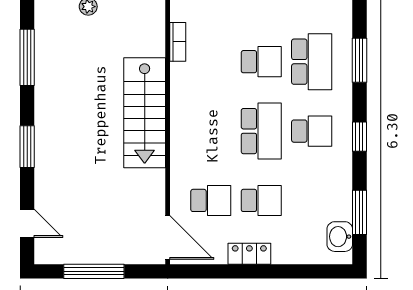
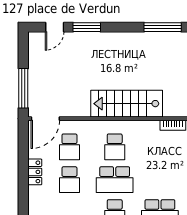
school desk: (261, 62) -> (115, 147), moved
window: (27, 147) -> (87, 27), moved
window: (94, 271) -> (23, 88), moved

